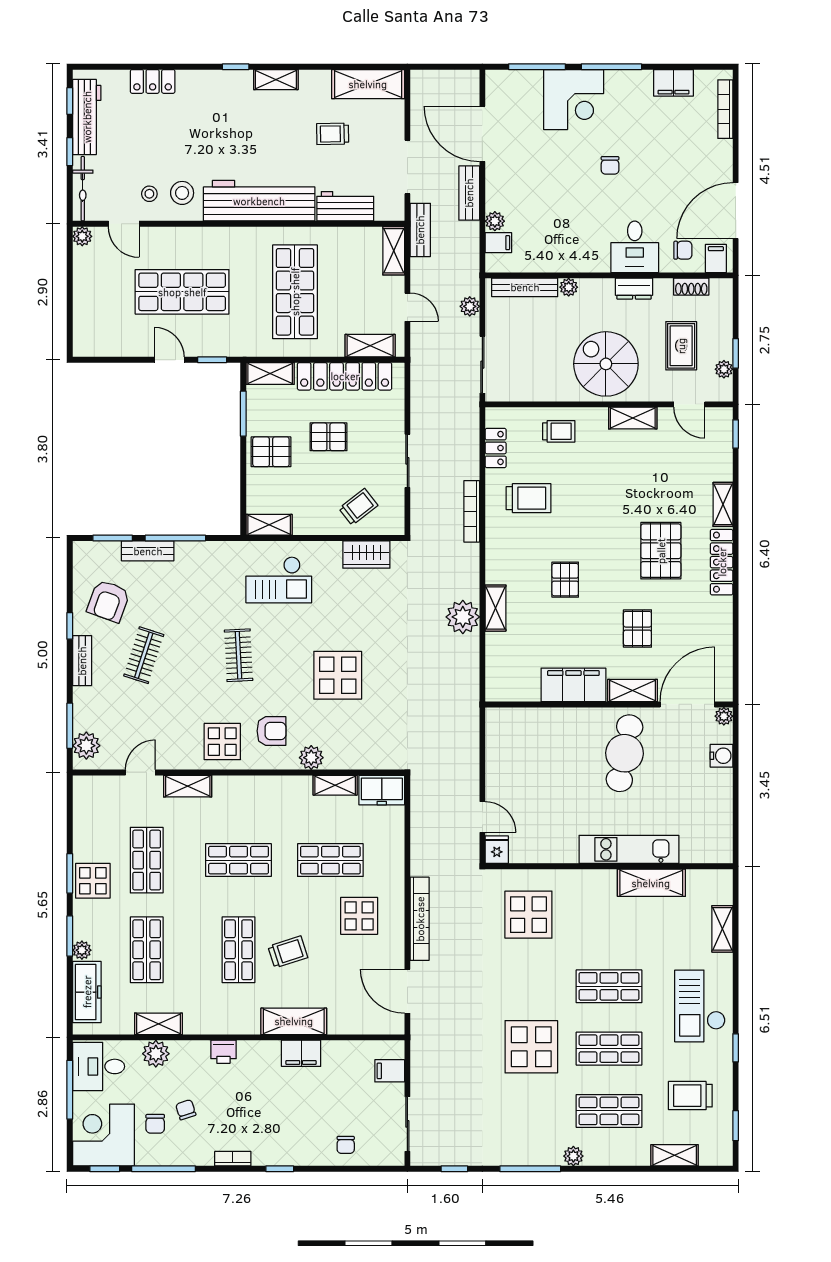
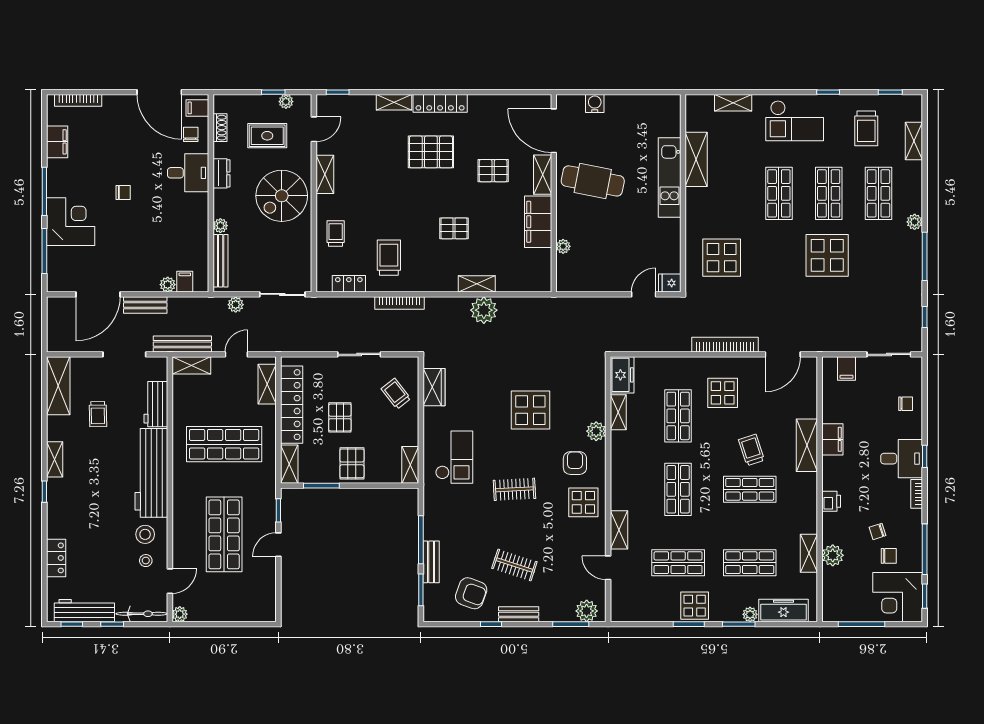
bench: (420, 230) -> (182, 344), width x1.36
plant: (724, 716) -> (563, 246), moved
desk: (99, 1066) -> (902, 459), moved, turned -90

